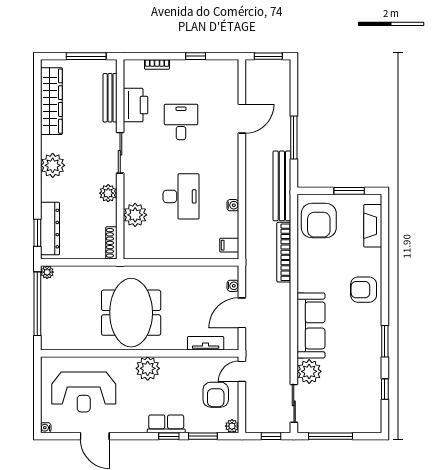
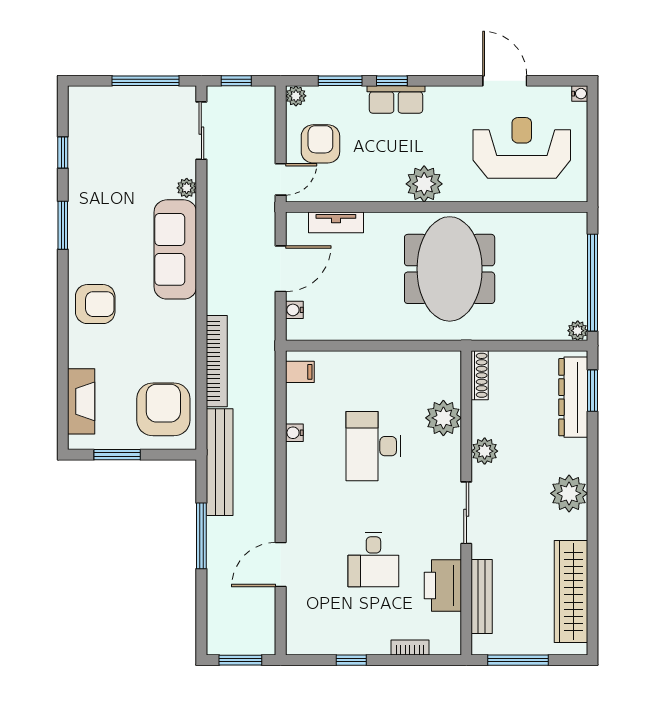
plant: (309, 371) -> (187, 188), width x0.53, depth x0.53

